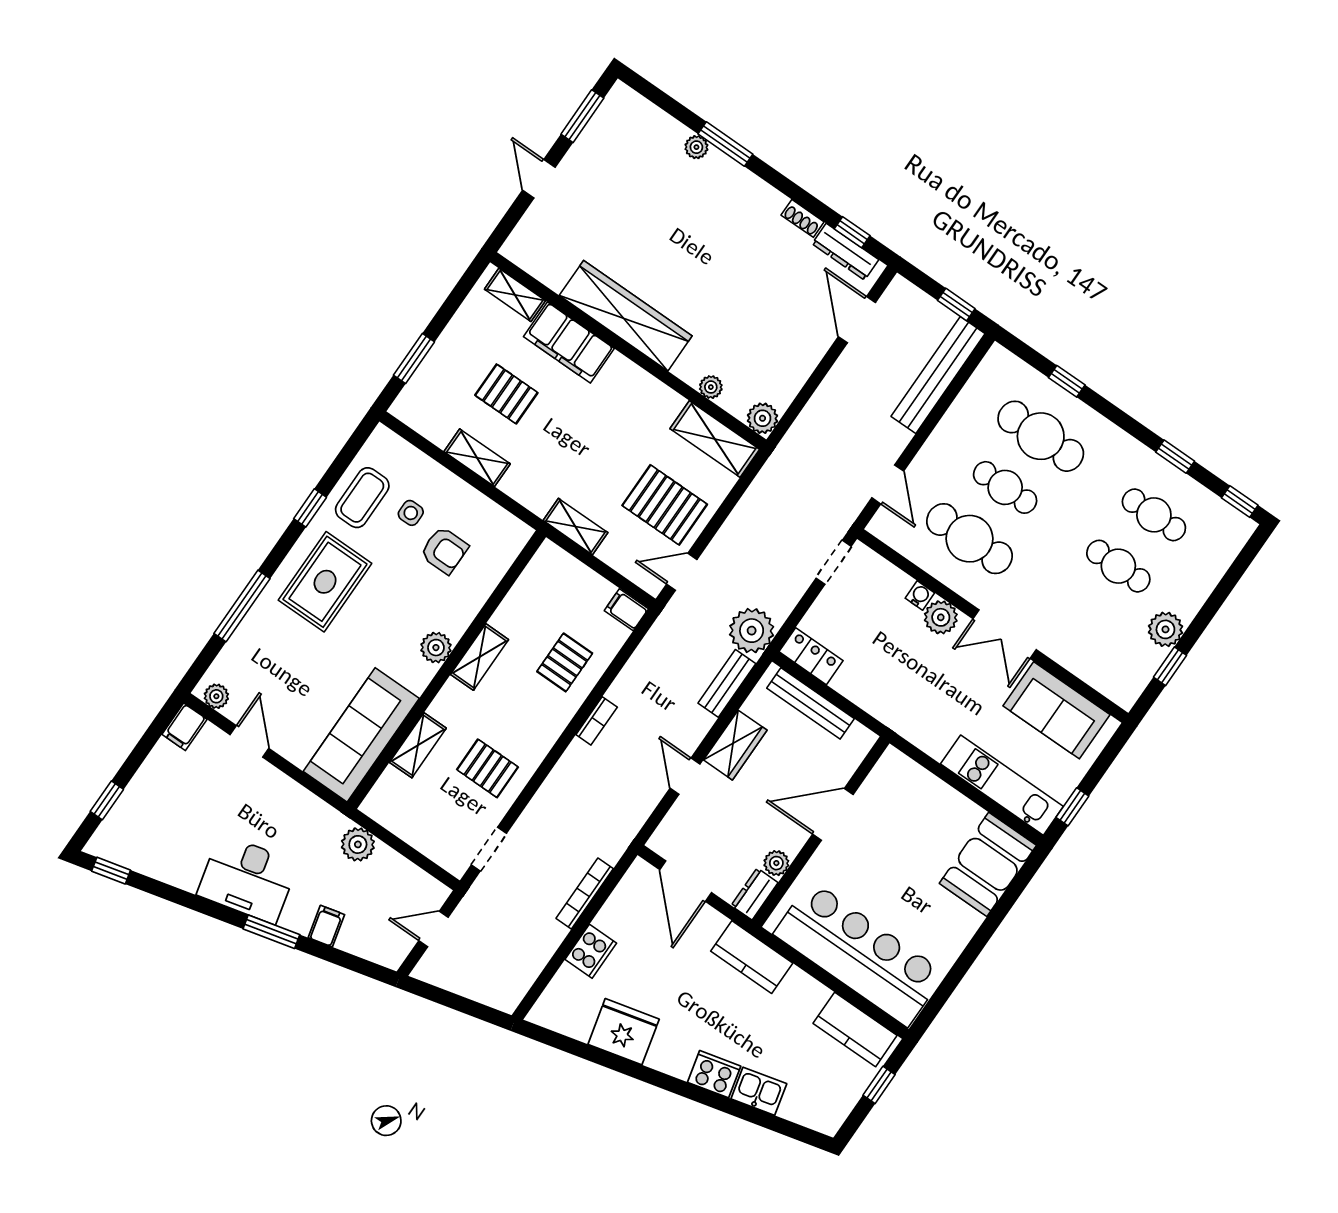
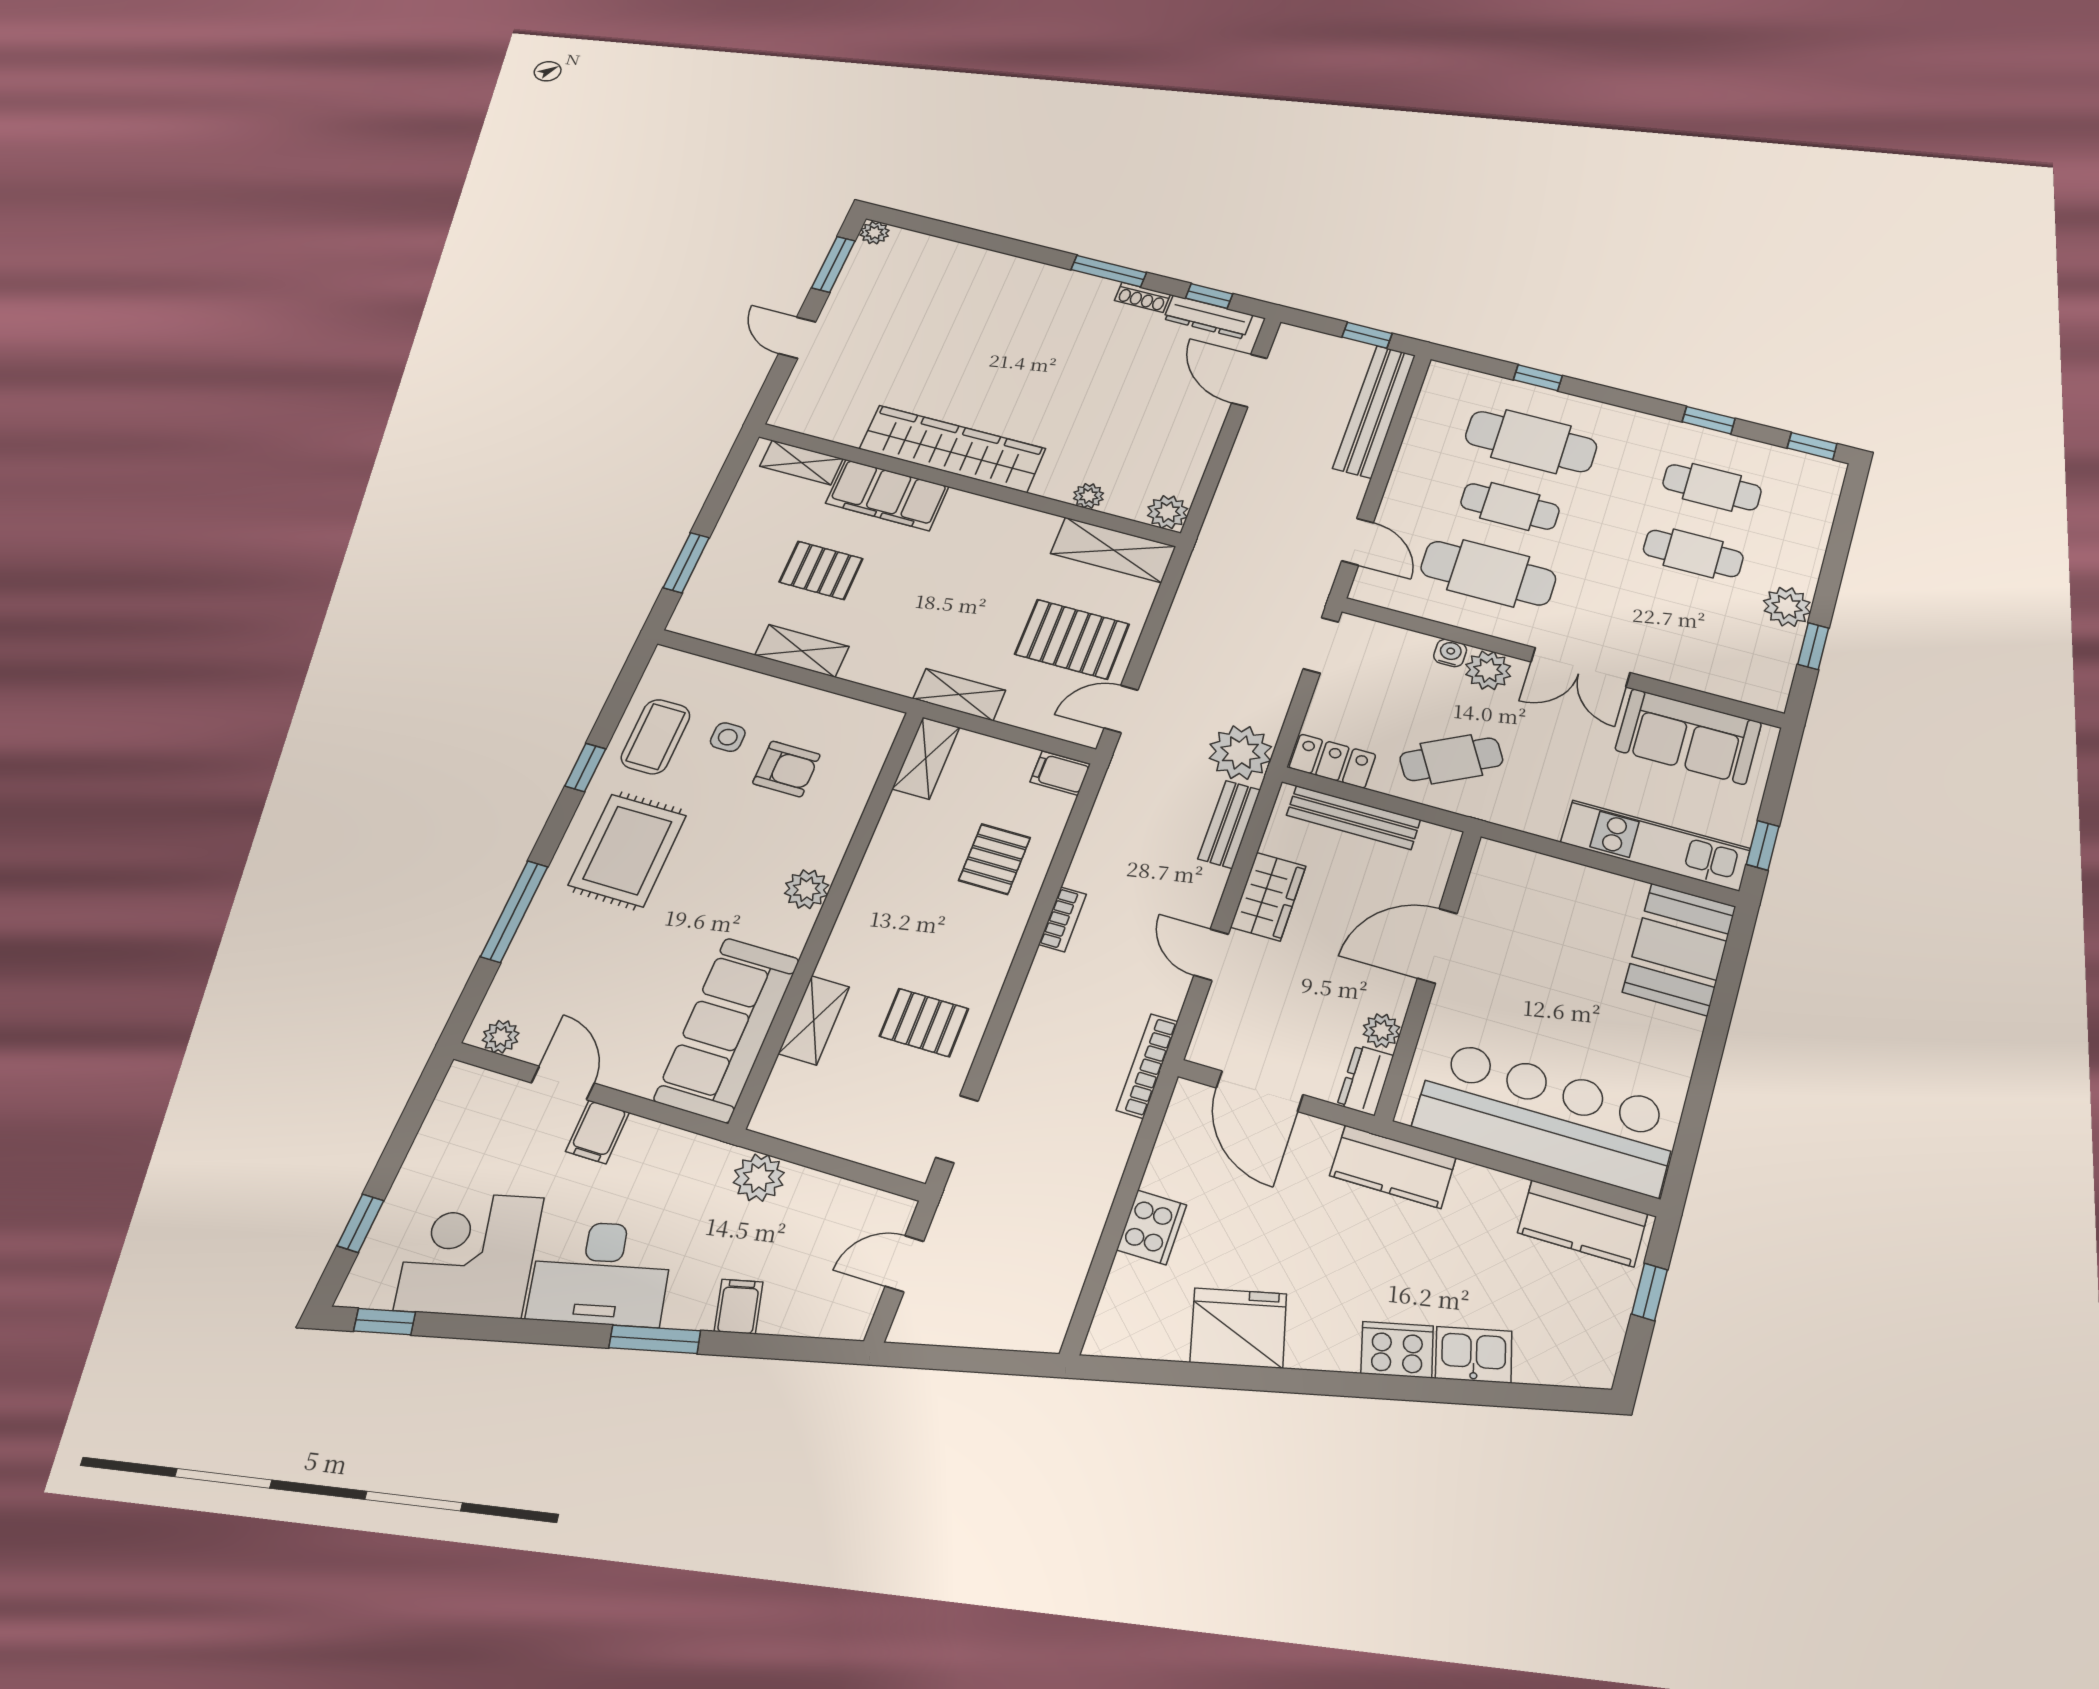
window: (725, 144) -> (1109, 271), moved
plant: (696, 147) -> (875, 233), moved
shelving: (480, 657) -> (926, 758), moved
cafe table: (891, 679) -> (1451, 759), added
filing cabinet: (184, 727) -> (597, 1132), moved
corner desk: (170, 841) -> (469, 1254), added
bookcase: (585, 893) -> (1147, 1066), moved

